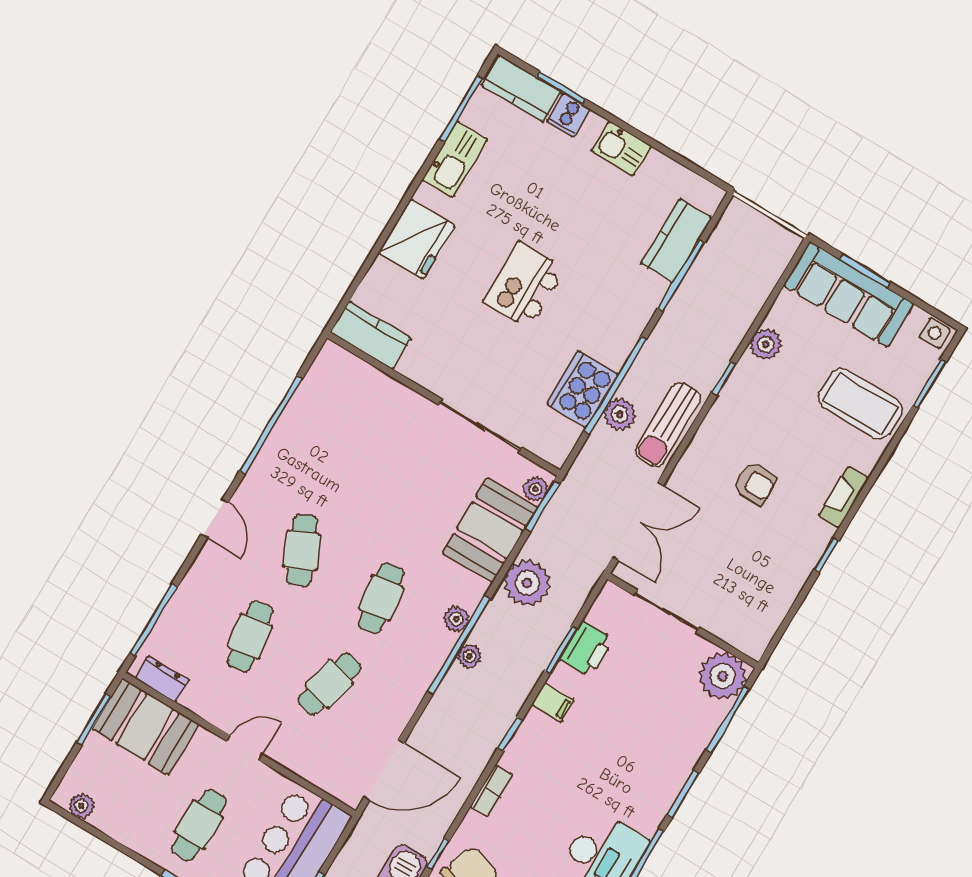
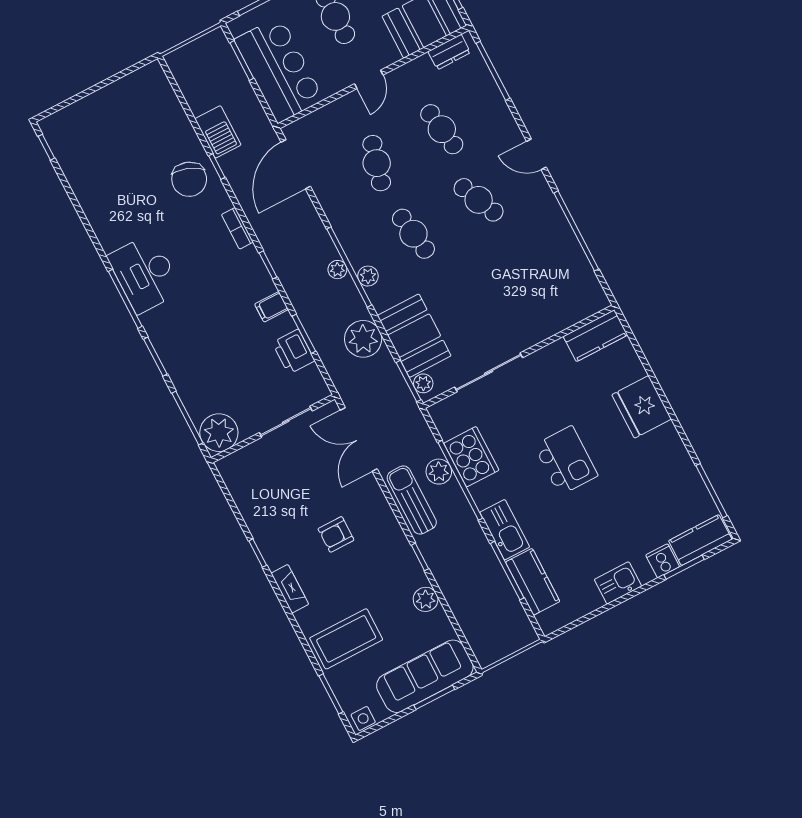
kitchen sink: (455, 159) -> (505, 530), moved, turned 180

